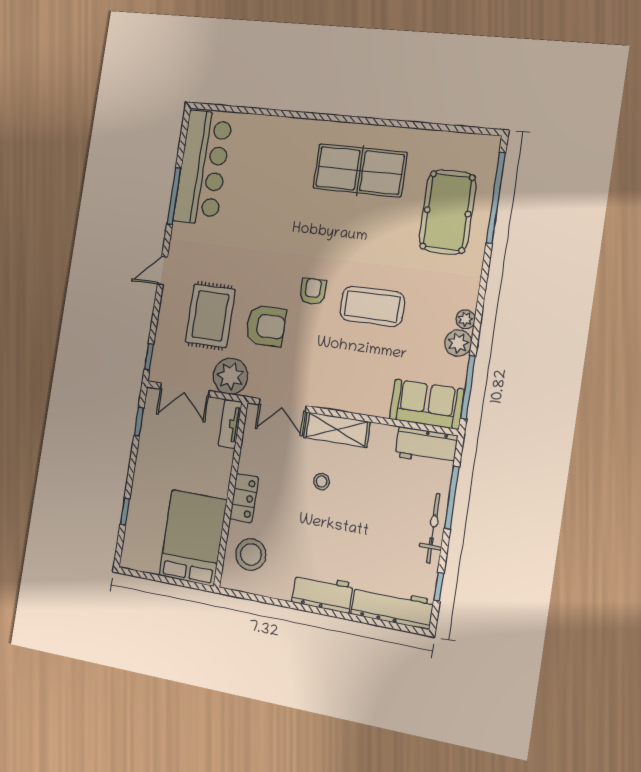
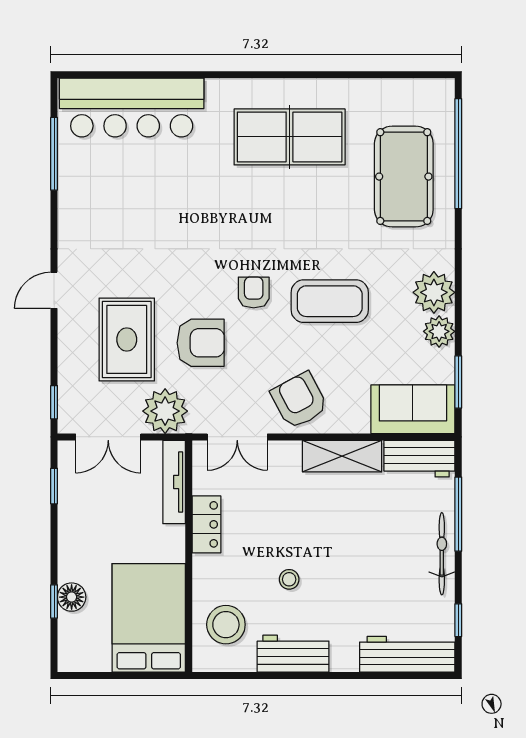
bar counter: (203, 168) -> (132, 108), moved, turned 90
window: (174, 196) -> (54, 154), moved
plant: (466, 319) -> (434, 292), width x1.88, depth x1.88
armchair: (336, 383) -> (299, 400), added
window: (468, 387) -> (458, 382), width x0.69
tv unit: (230, 424) -> (174, 482), width x1.41
shelving: (337, 430) -> (342, 456), moved
stool: (321, 481) -> (289, 579), moved
locker: (244, 498) -> (207, 524), moved
floor lamp: (138, 511) -> (72, 597), added
workbench: (322, 593) -> (293, 654), moved

